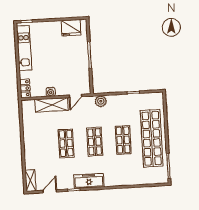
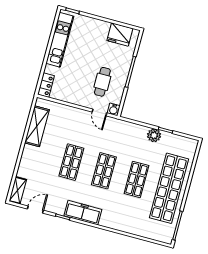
cafe table: (70, 70) -> (102, 82), added
water cooler: (51, 92) -> (114, 109), moved
door: (75, 96) -> (99, 112), hinge flipped
plant: (101, 101) -> (154, 135), moved
shelving: (51, 105) -> (37, 126), moved, turned 90

